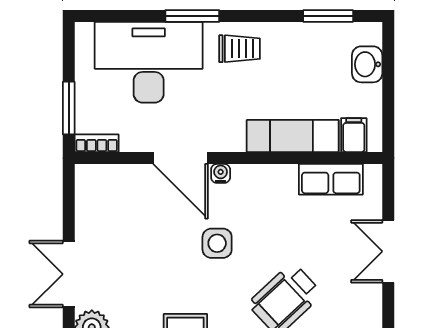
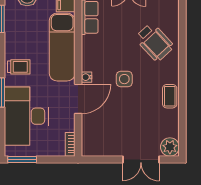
trolley: (240, 49) -> (19, 67), turned 90
window: (69, 108) -> (22, 159), moved
exam couch: (293, 136) -> (62, 47), width x1.36, depth x1.45

